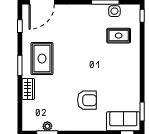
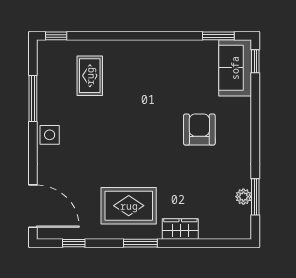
side table: (114, 11) -> (50, 135), moved

